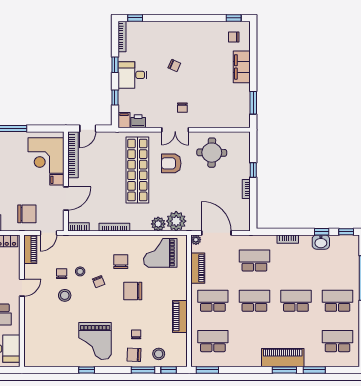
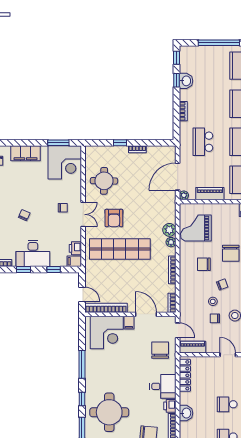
desk: (132, 75) -> (33, 254), width x1.37
corner desk: (232, 110) -> (65, 162), added
plant: (176, 221) -> (171, 242), moved, width x0.53, depth x0.53
grand piano: (160, 253) -> (196, 228), turned 90

